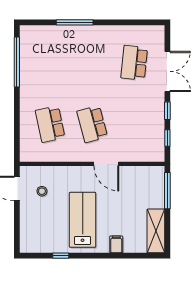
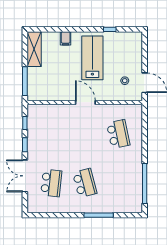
school desk: (92, 124) -> (85, 183), moved
door: (106, 164) -> (85, 102), moved
lab bench: (83, 220) -> (92, 58), turned 180

